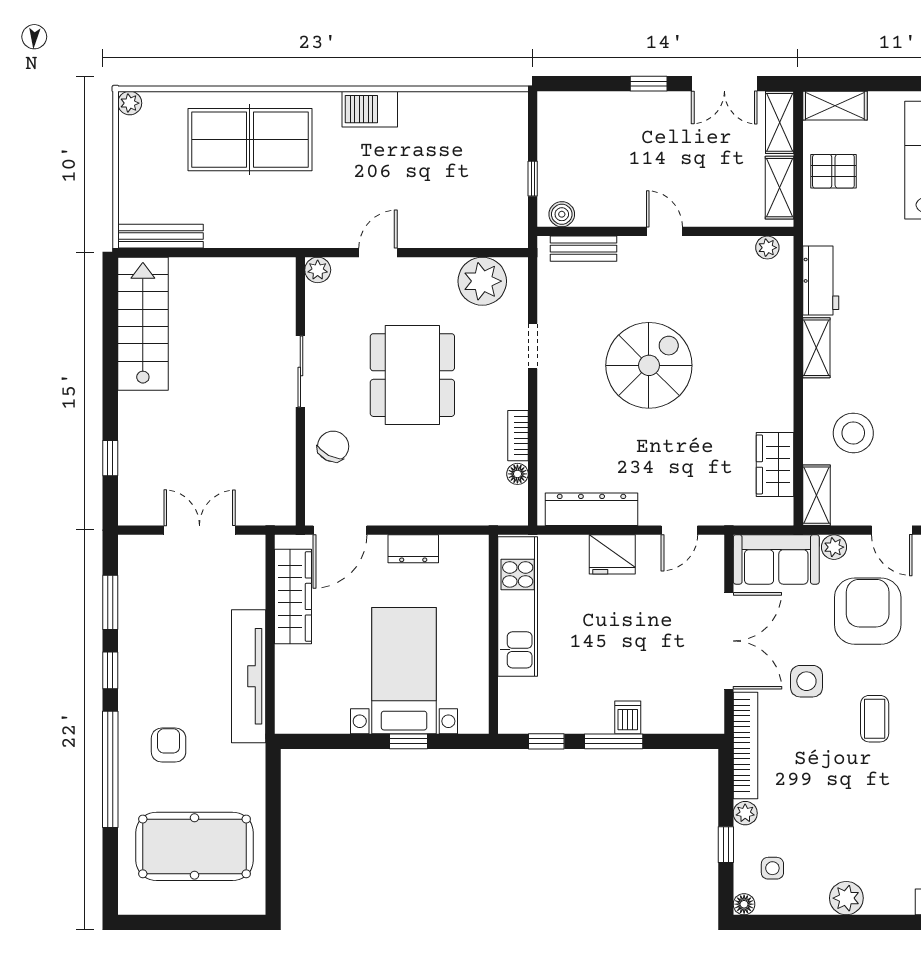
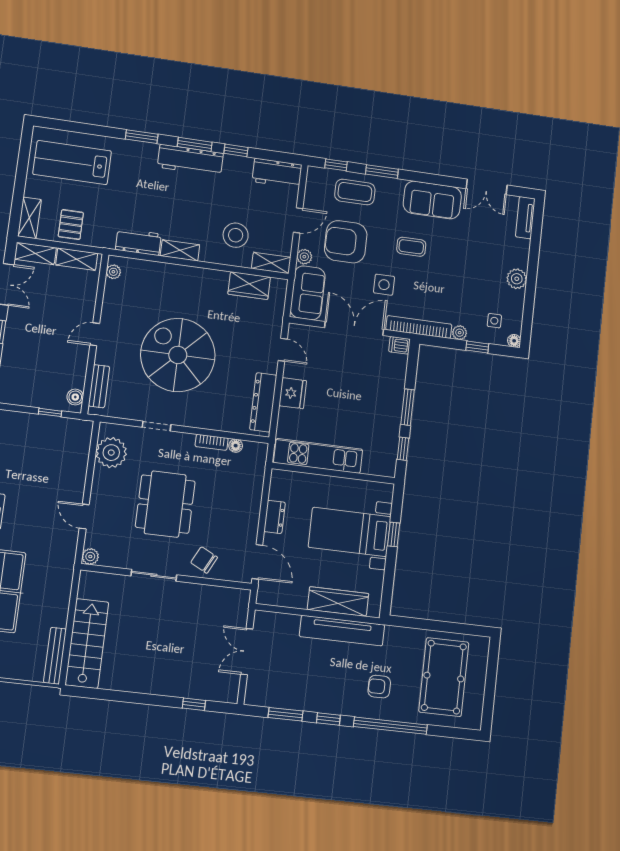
stairs: (143, 324) -> (87, 644), moved, turned 90
spiral stairs: (649, 365) -> (178, 355), width x1.37, depth x1.37
dining table: (412, 375) -> (165, 504), turned 90
wardrobe: (293, 596) -> (338, 602), moved
dishwasher: (628, 717) -> (400, 345), moved

